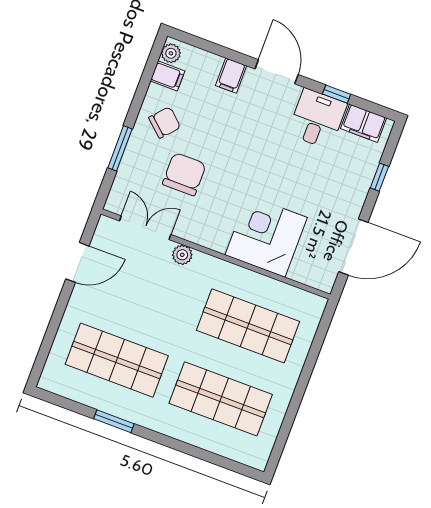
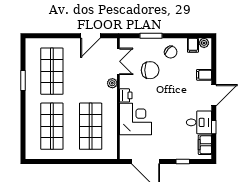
printer: (215, 238) -> (126, 95), added
door: (77, 262) -> (90, 36), hinge flipped

